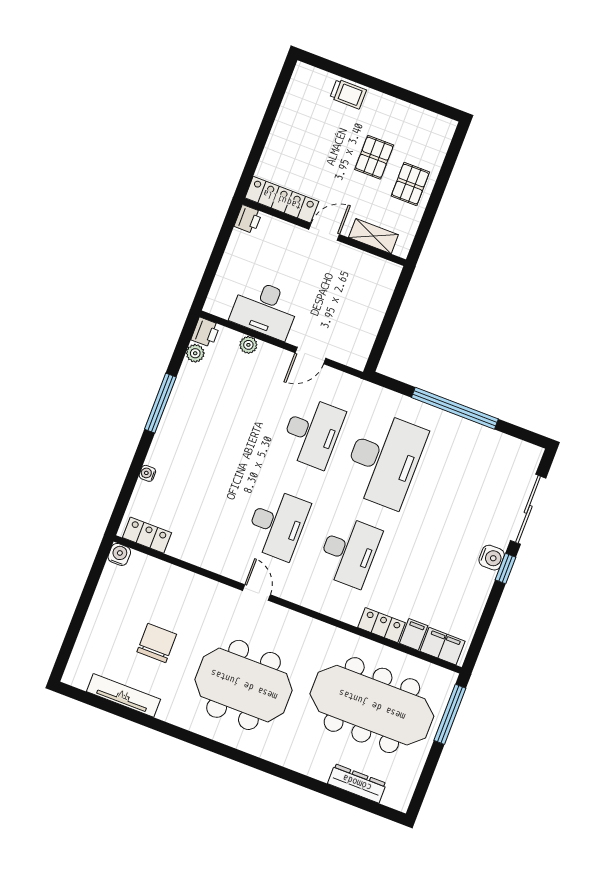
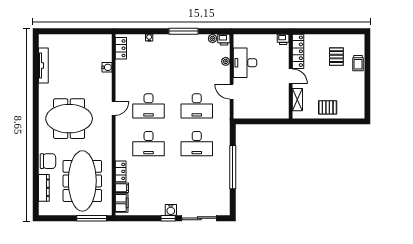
pallet: (374, 157) -> (336, 57), moved, turned 90
desk: (384, 460) -> (197, 144), width x0.73, depth x0.77
water cooler: (119, 554) -> (107, 67), moved
chair: (157, 643) -> (48, 161), moved
meeting table: (244, 685) -> (69, 119), turned 90

